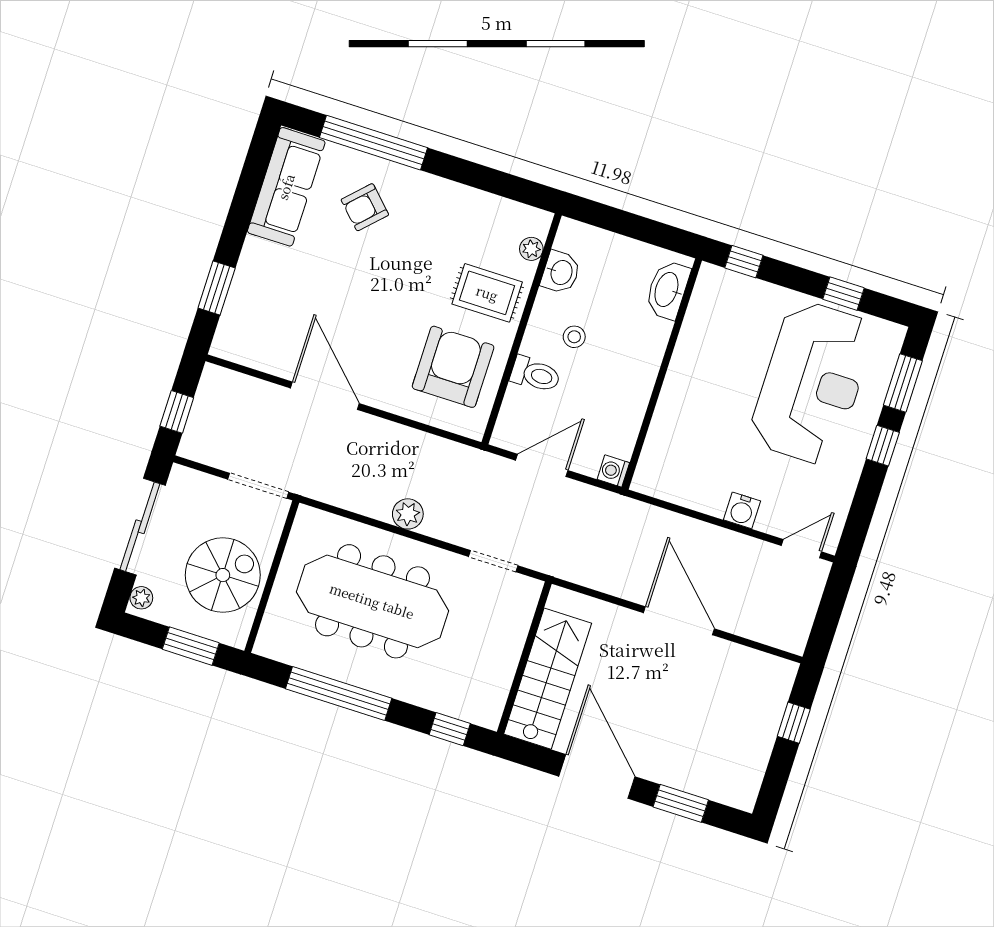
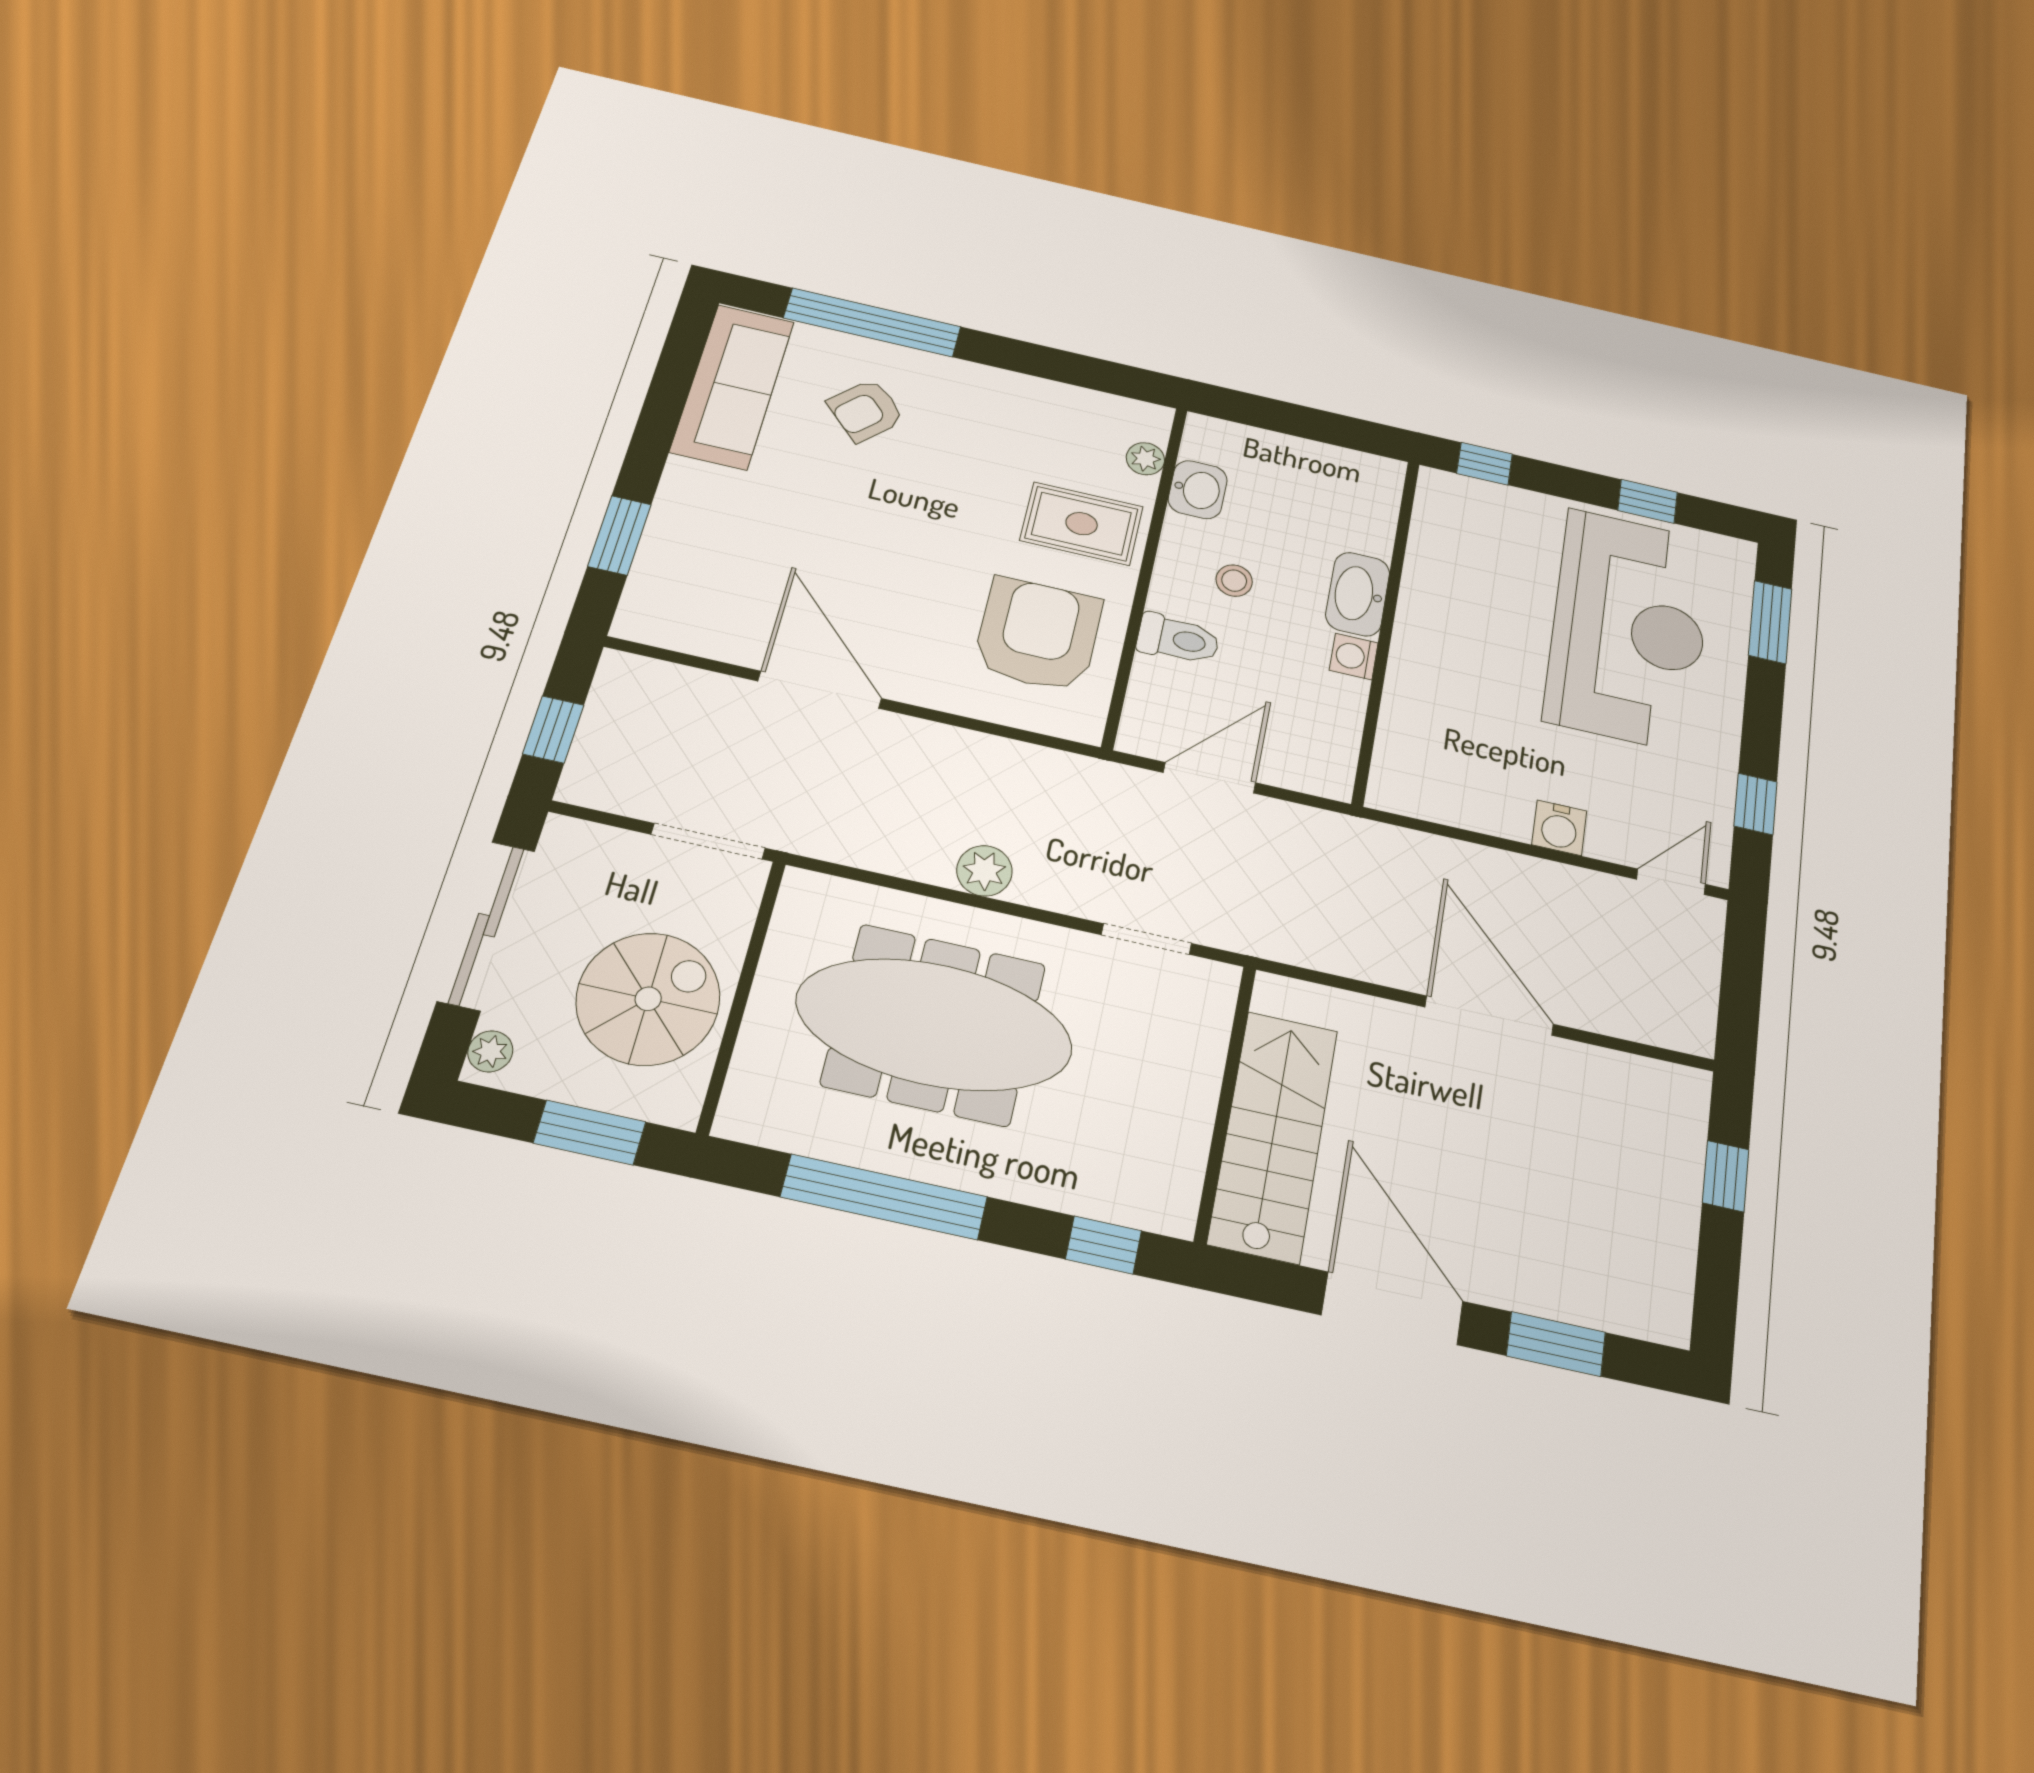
washbasin: (667, 290) -> (1358, 594), moved
window: (883, 446) -> (1756, 804), moved
washing machine: (613, 471) -> (1354, 657), moved

